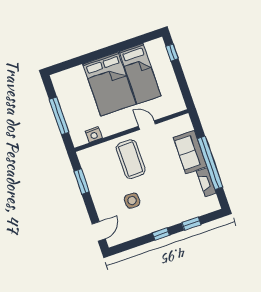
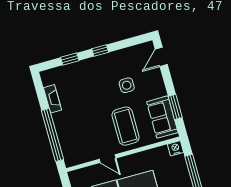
nightstand: (94, 135) -> (175, 148), moved
sofa: (190, 152) -> (162, 117), moved, turned 180
window: (210, 163) -> (52, 135), moved

